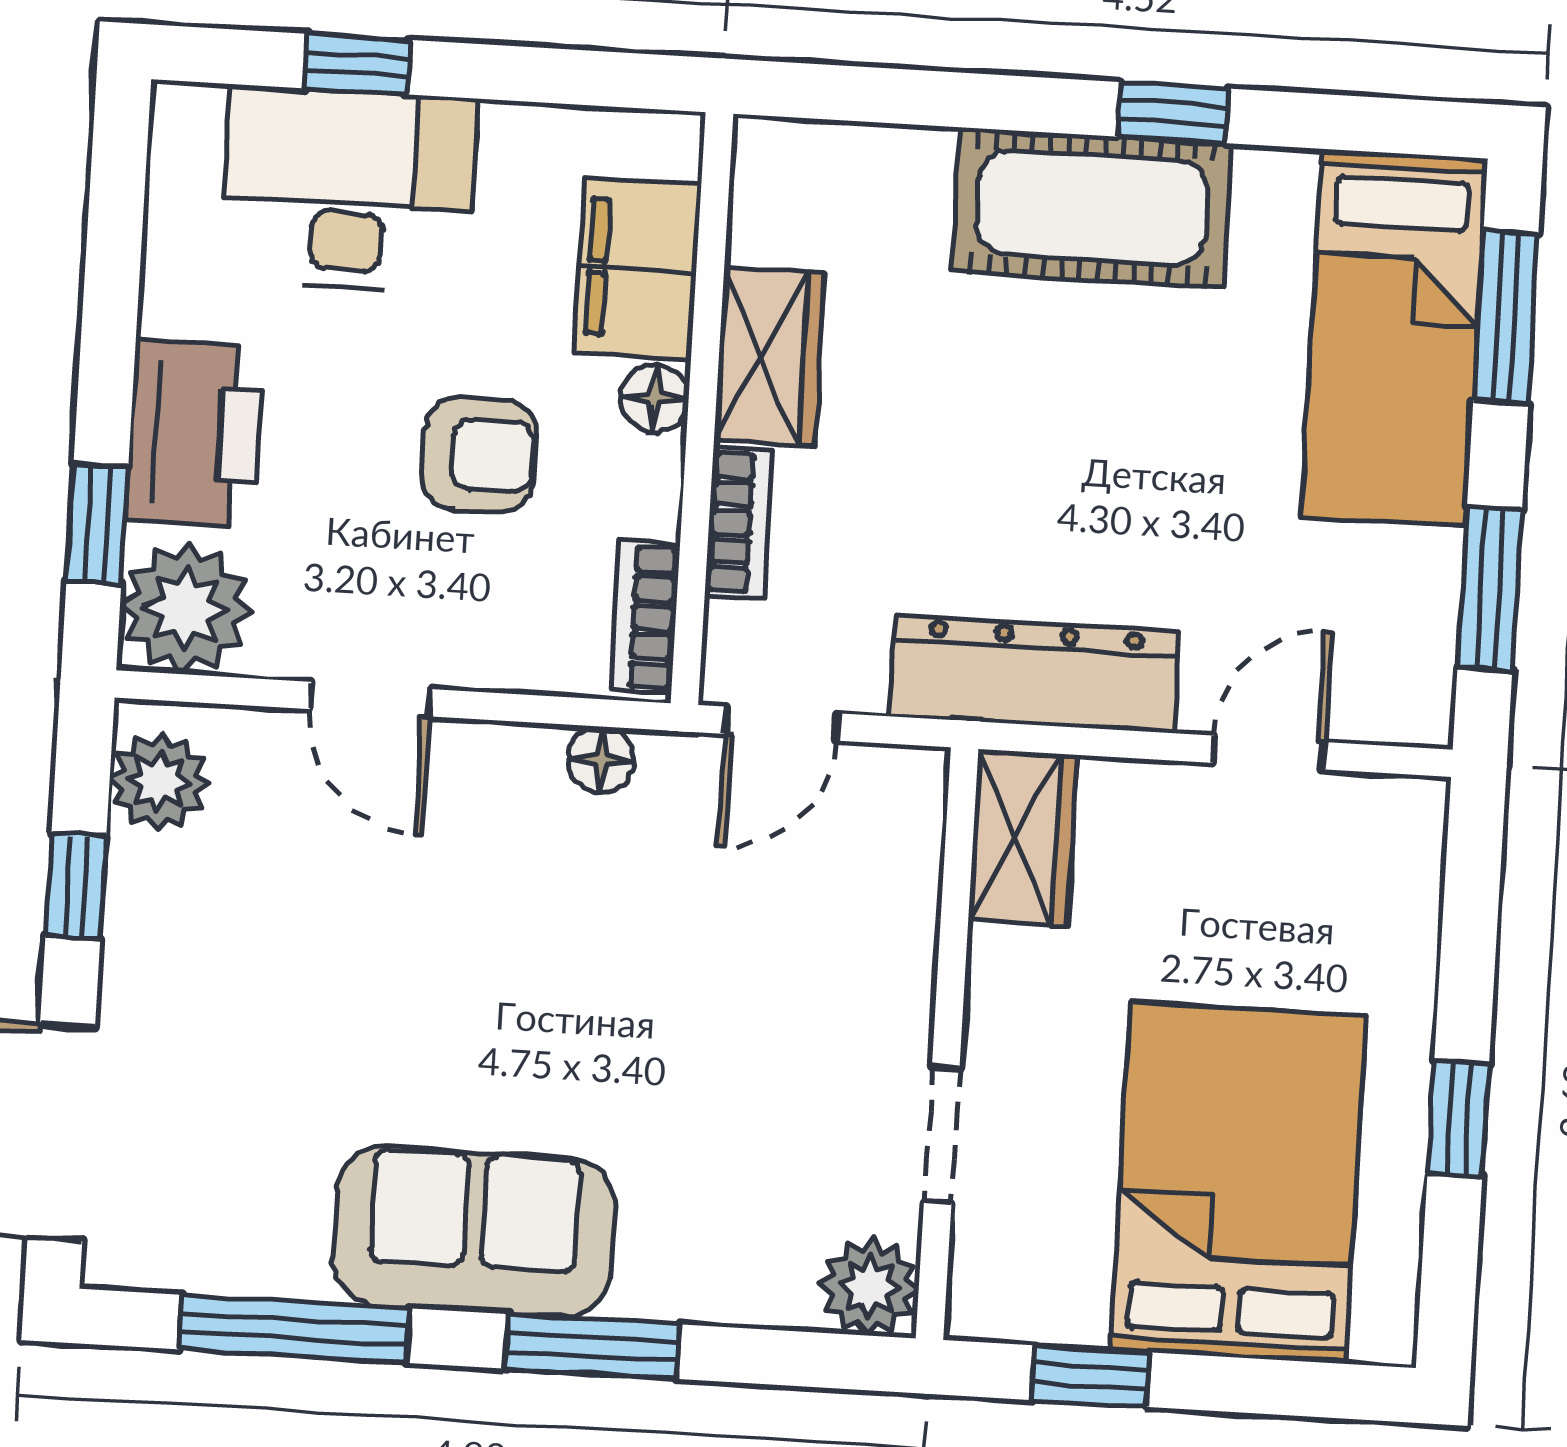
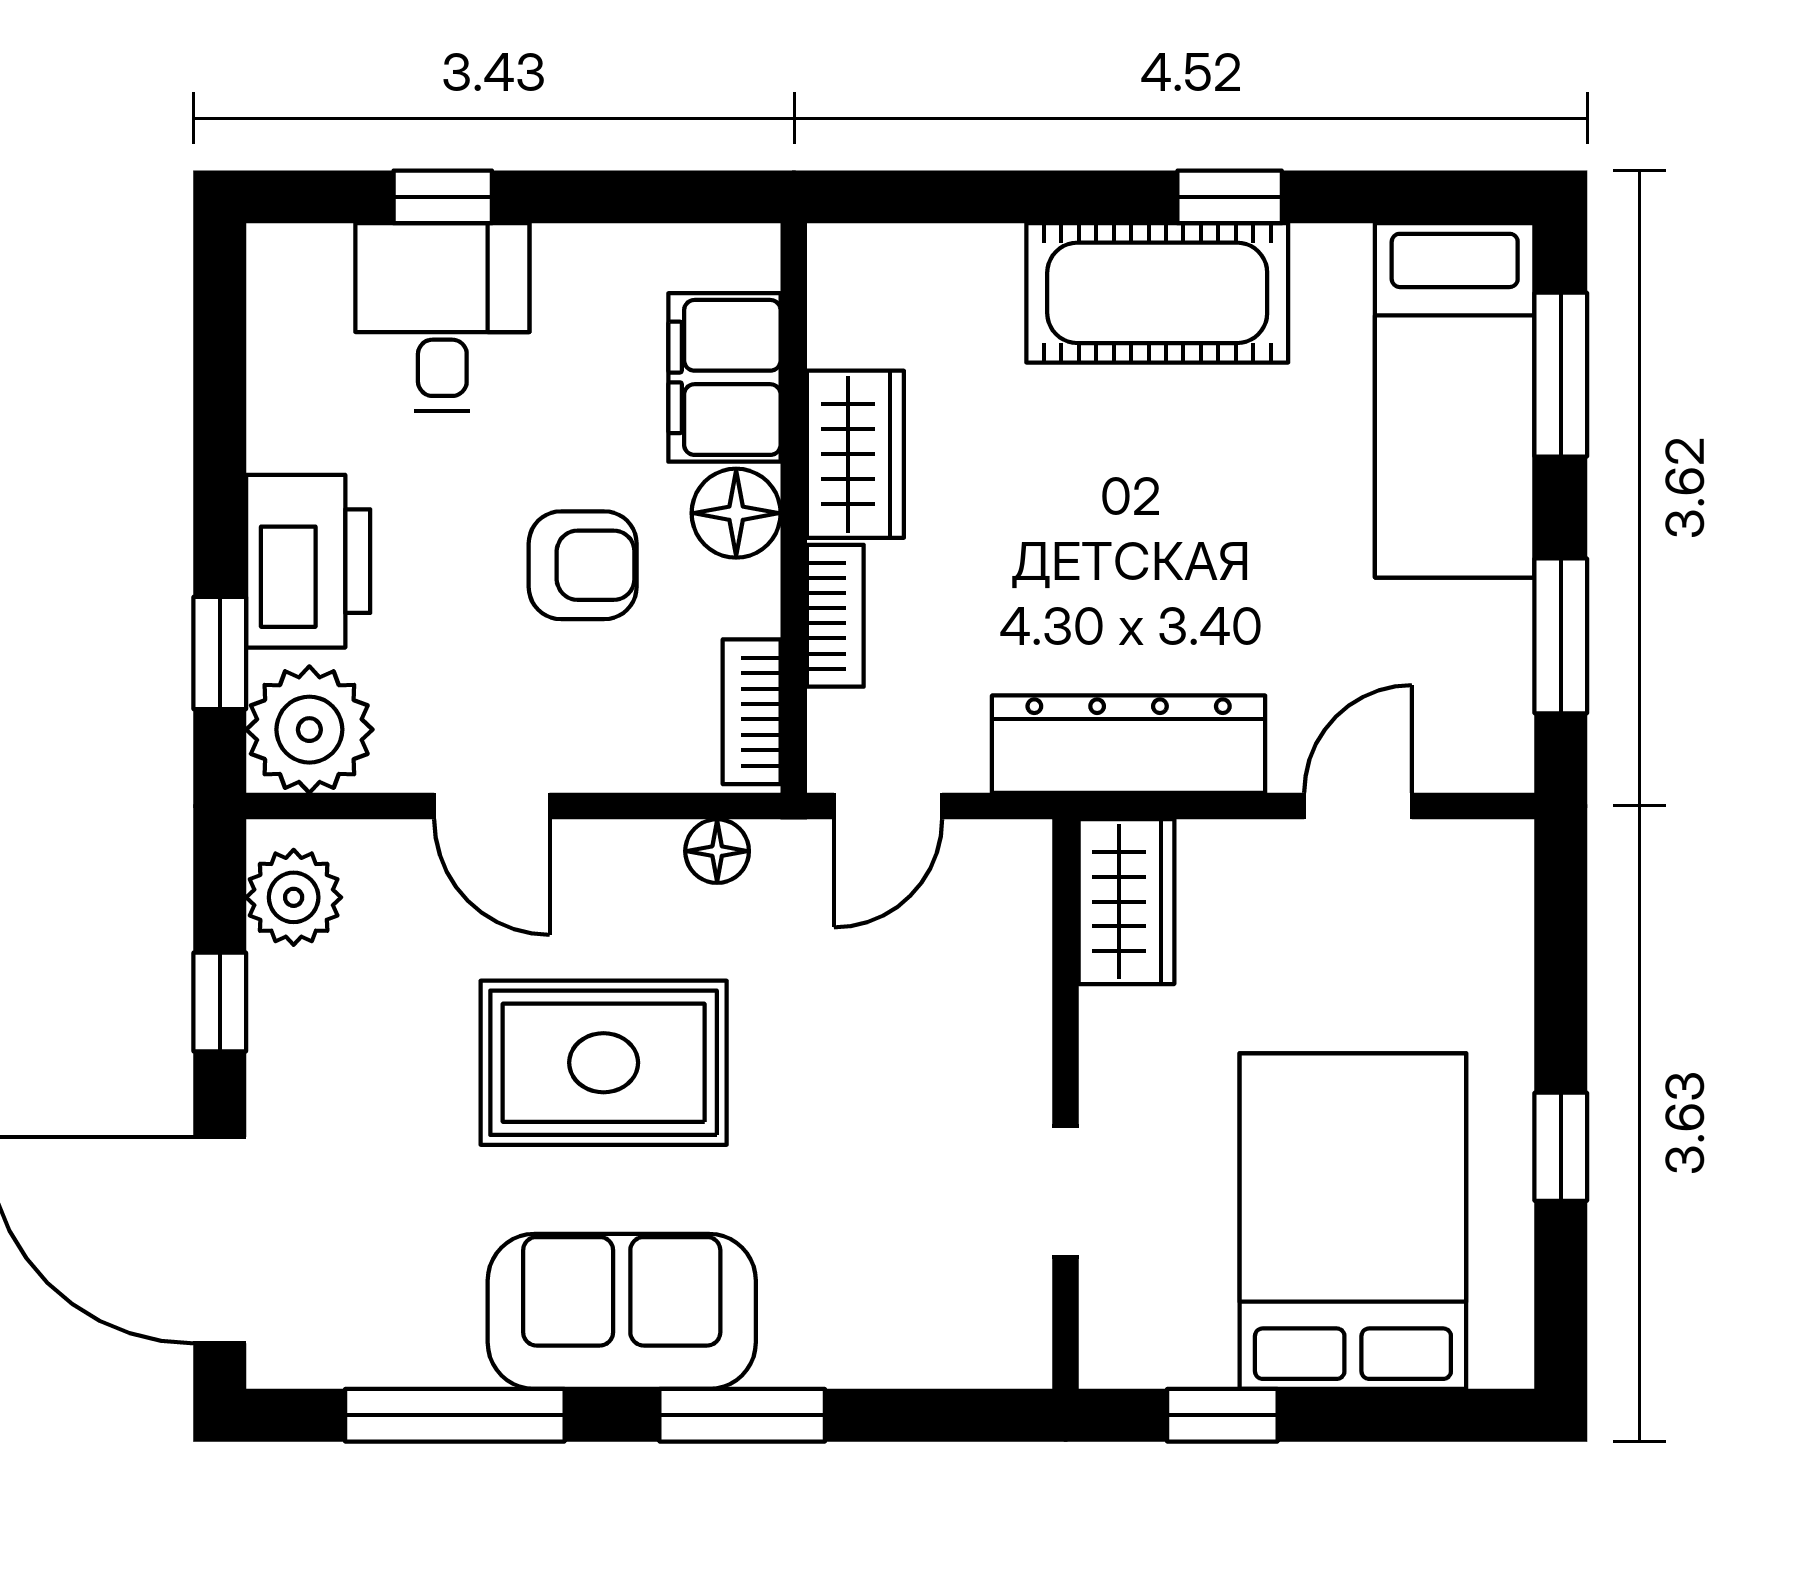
desk: (349, 189) -> (442, 317), width x0.73
floor lamp: (655, 399) -> (736, 513), width x1.37, depth x1.37
rug: (470, 972) -> (604, 1063), added
plant: (870, 1287) -> (1005, 1342), removed

